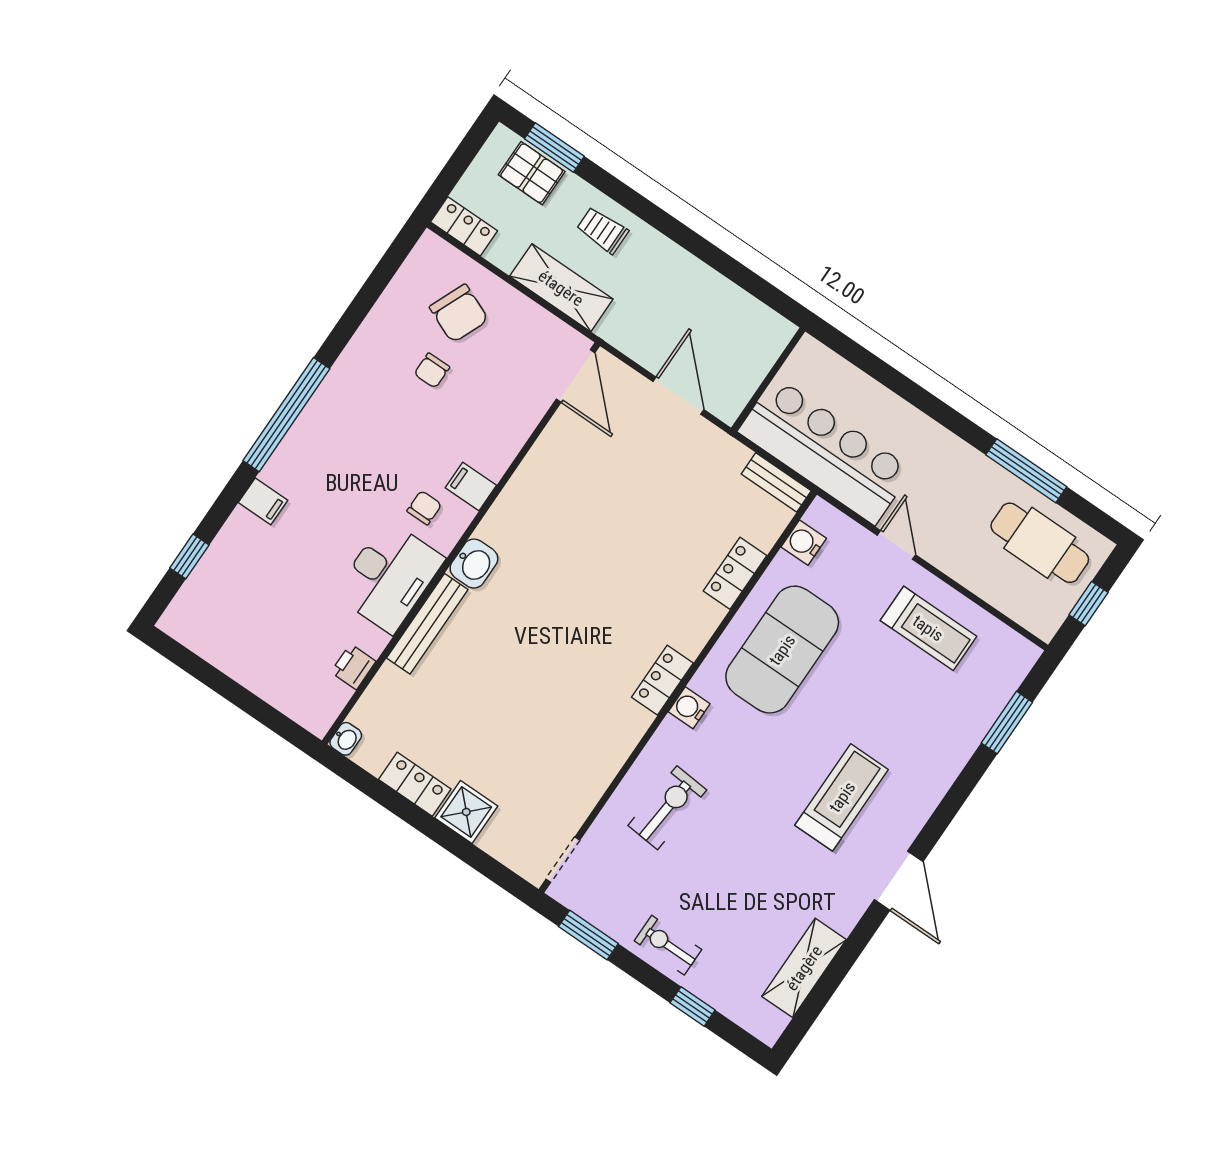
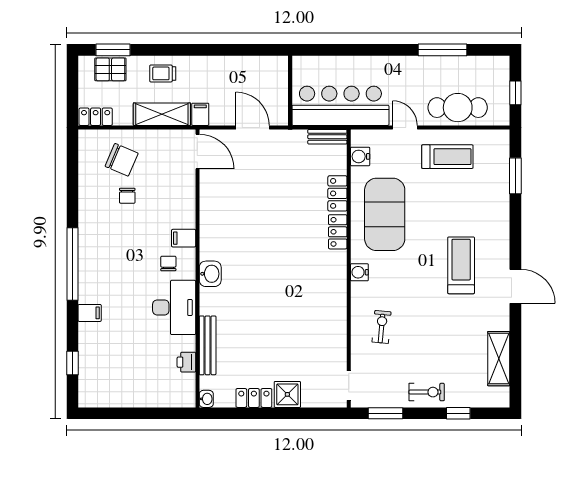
filing cabinet: (616, 325) -> (200, 114), added
cafe table: (1040, 543) -> (458, 108), moved
bench: (427, 624) -> (208, 345), moved
locker: (662, 680) -> (338, 232), moved
exercise bike: (667, 808) -> (382, 327), width x0.73, depth x0.72
exercise bike: (668, 945) -> (427, 392), turned 180

